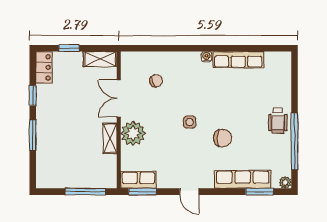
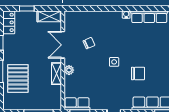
chair: (156, 81) -> (89, 43), moved
plant: (133, 133) -> (69, 70), width x0.53, depth x0.53
pallet: (57, 145) -> (18, 78), added

